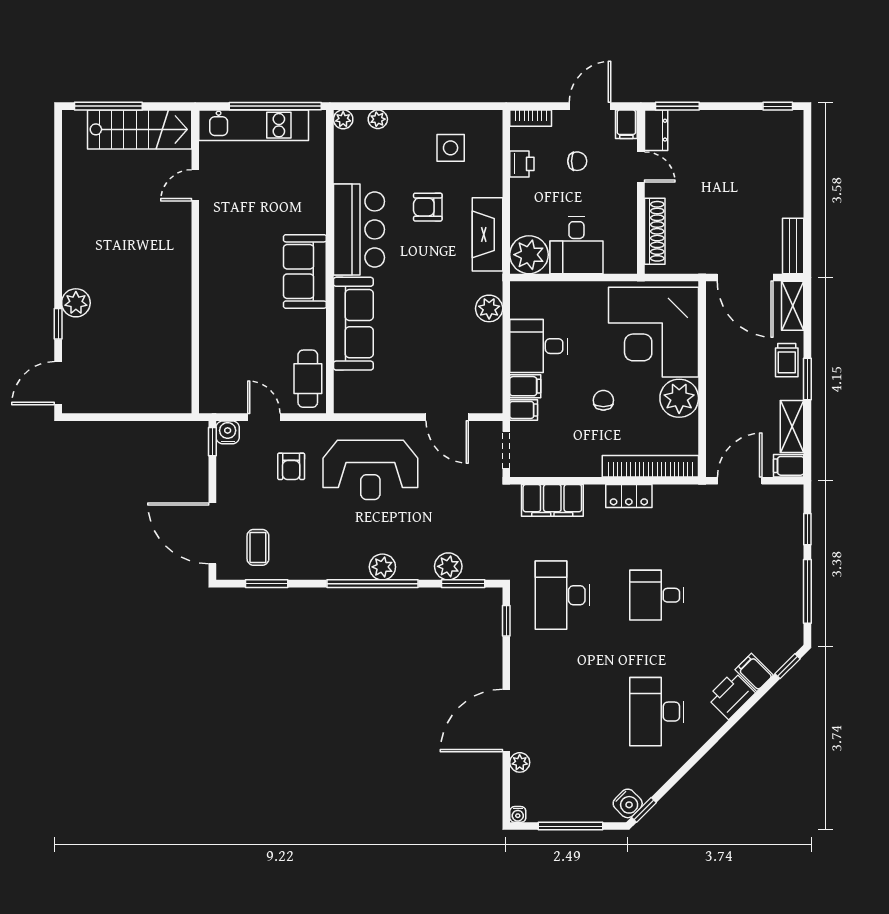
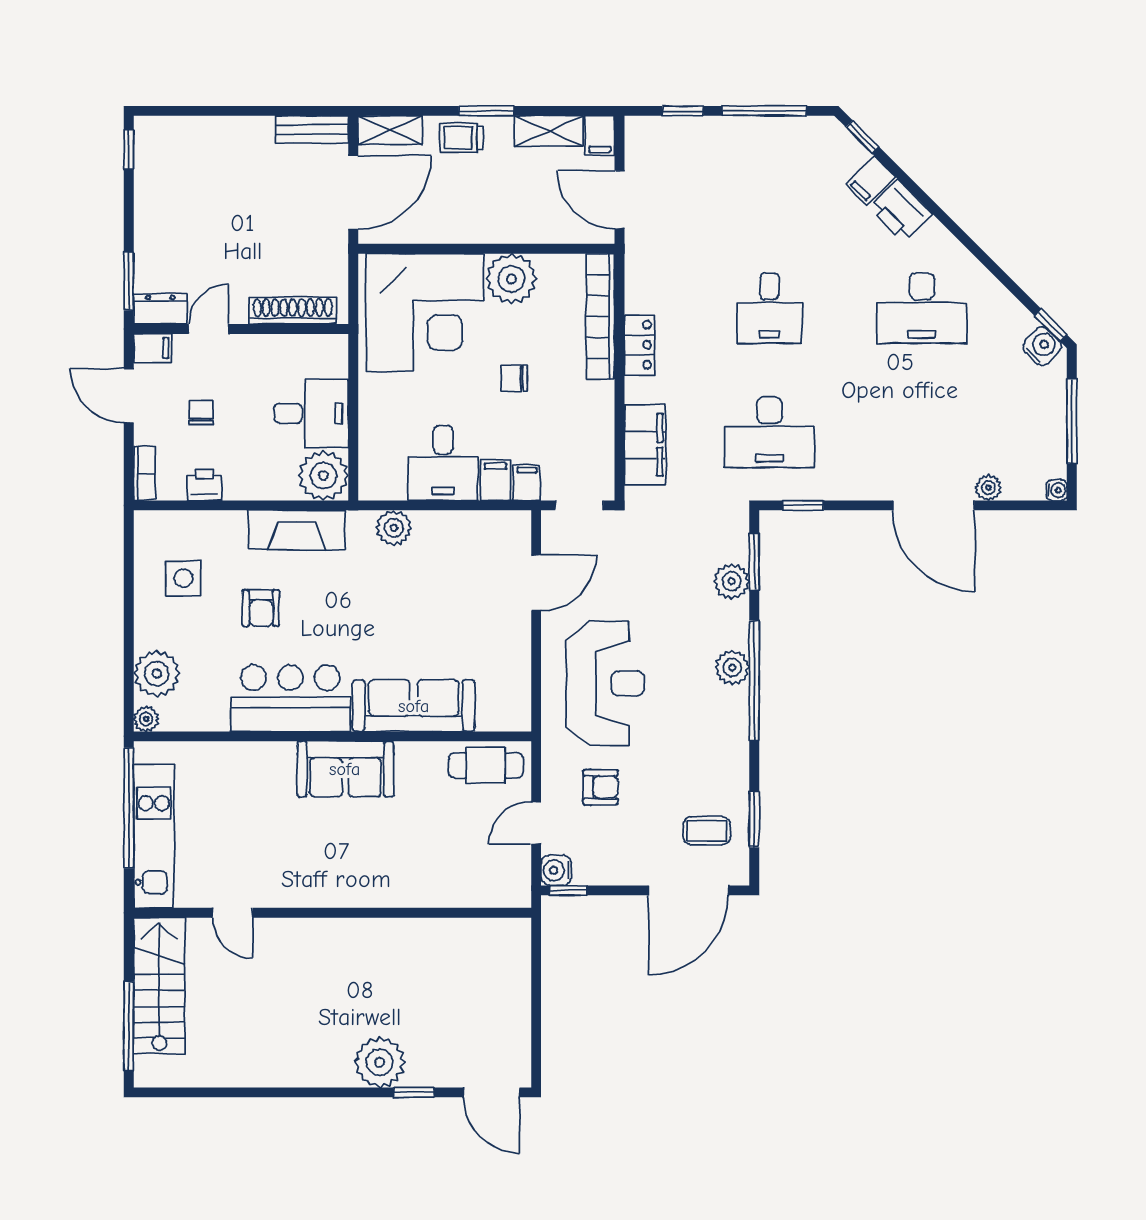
plant: (378, 119) -> (157, 674), width x1.88, depth x1.88
plant: (76, 303) -> (380, 1062), width x1.36, depth x1.36
trolley: (787, 360) -> (461, 138), turned 180

